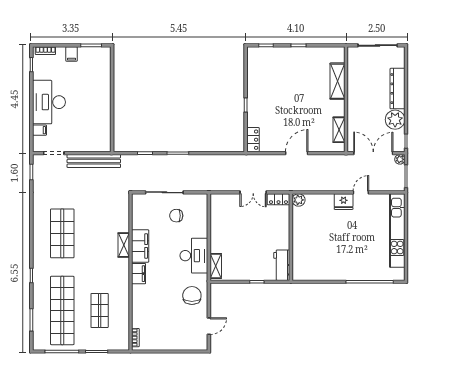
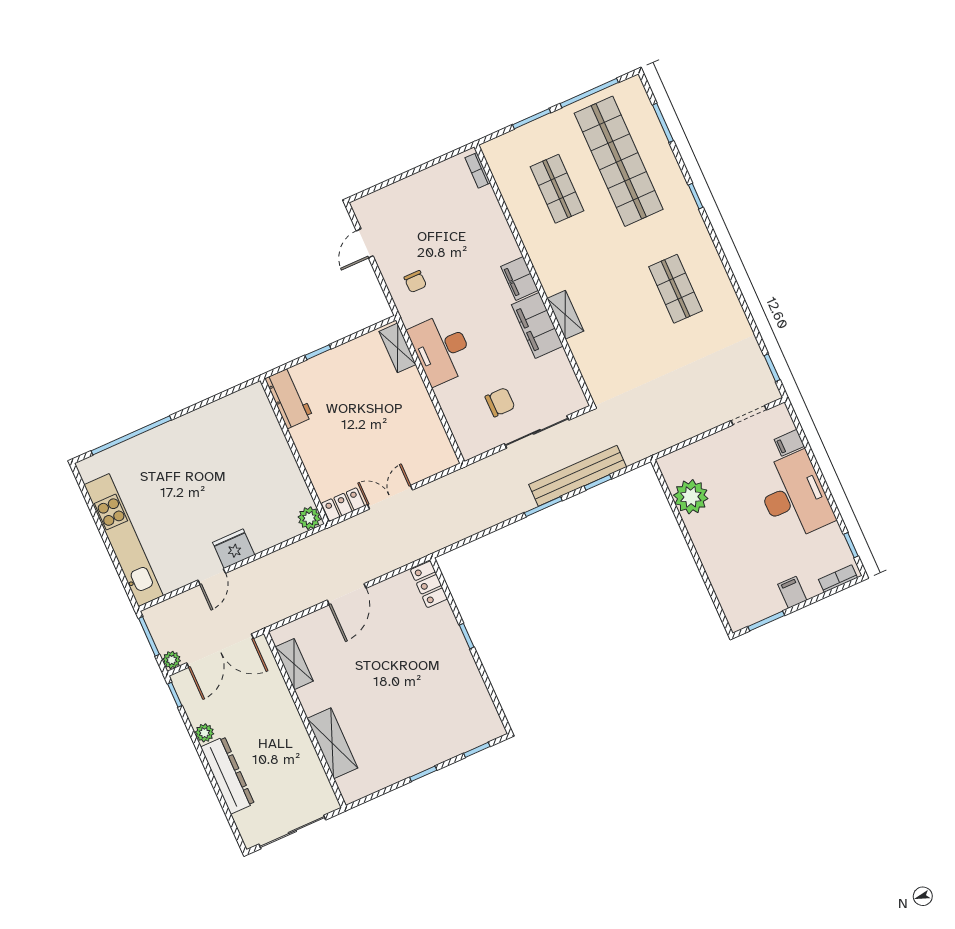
plant: (395, 120) -> (205, 733), width x0.53, depth x0.53
plant: (101, 125) -> (691, 497), added
bench: (94, 161) -> (578, 476), moved
shop shelf: (62, 233) -> (676, 289), width x0.70, depth x0.74
chair: (192, 295) -> (415, 282), width x0.54, depth x0.54

